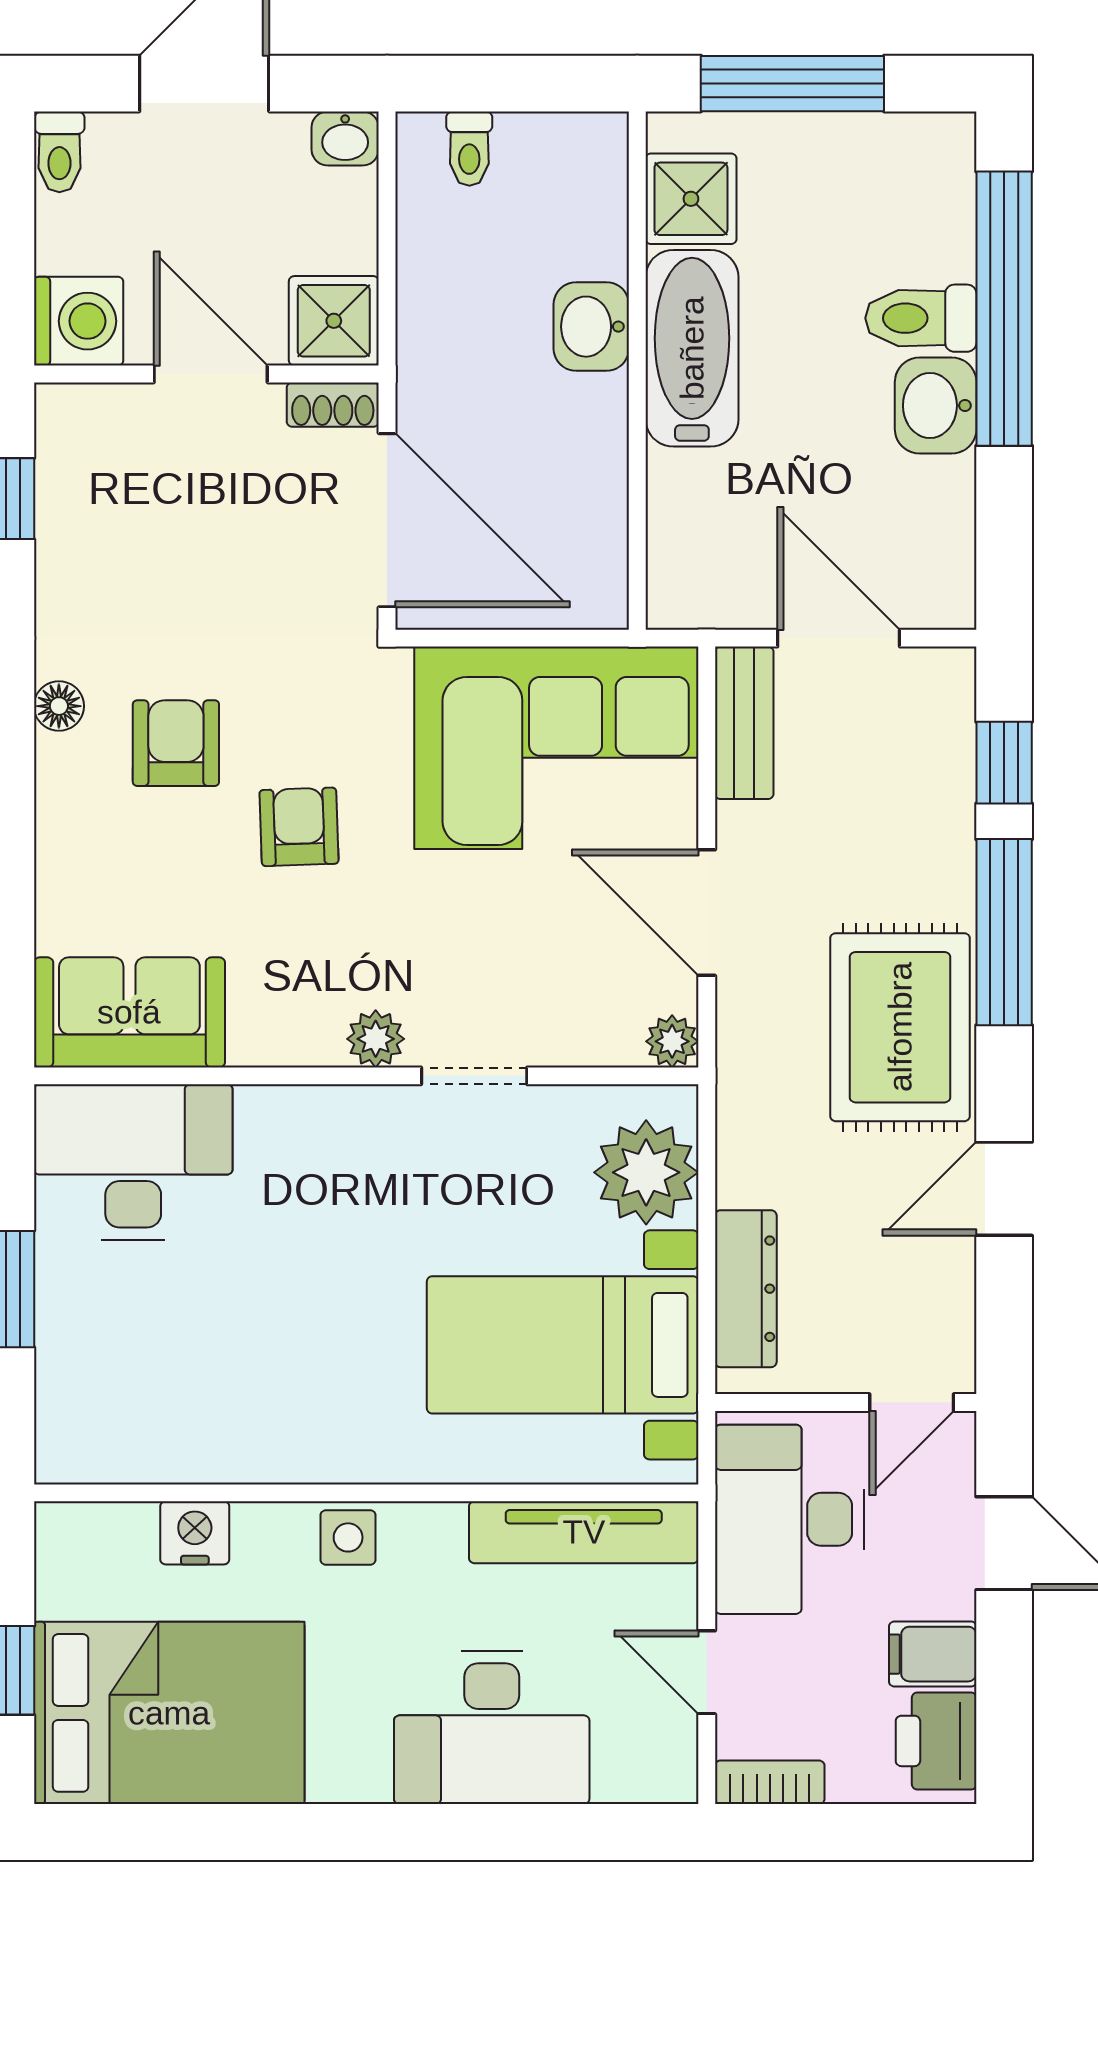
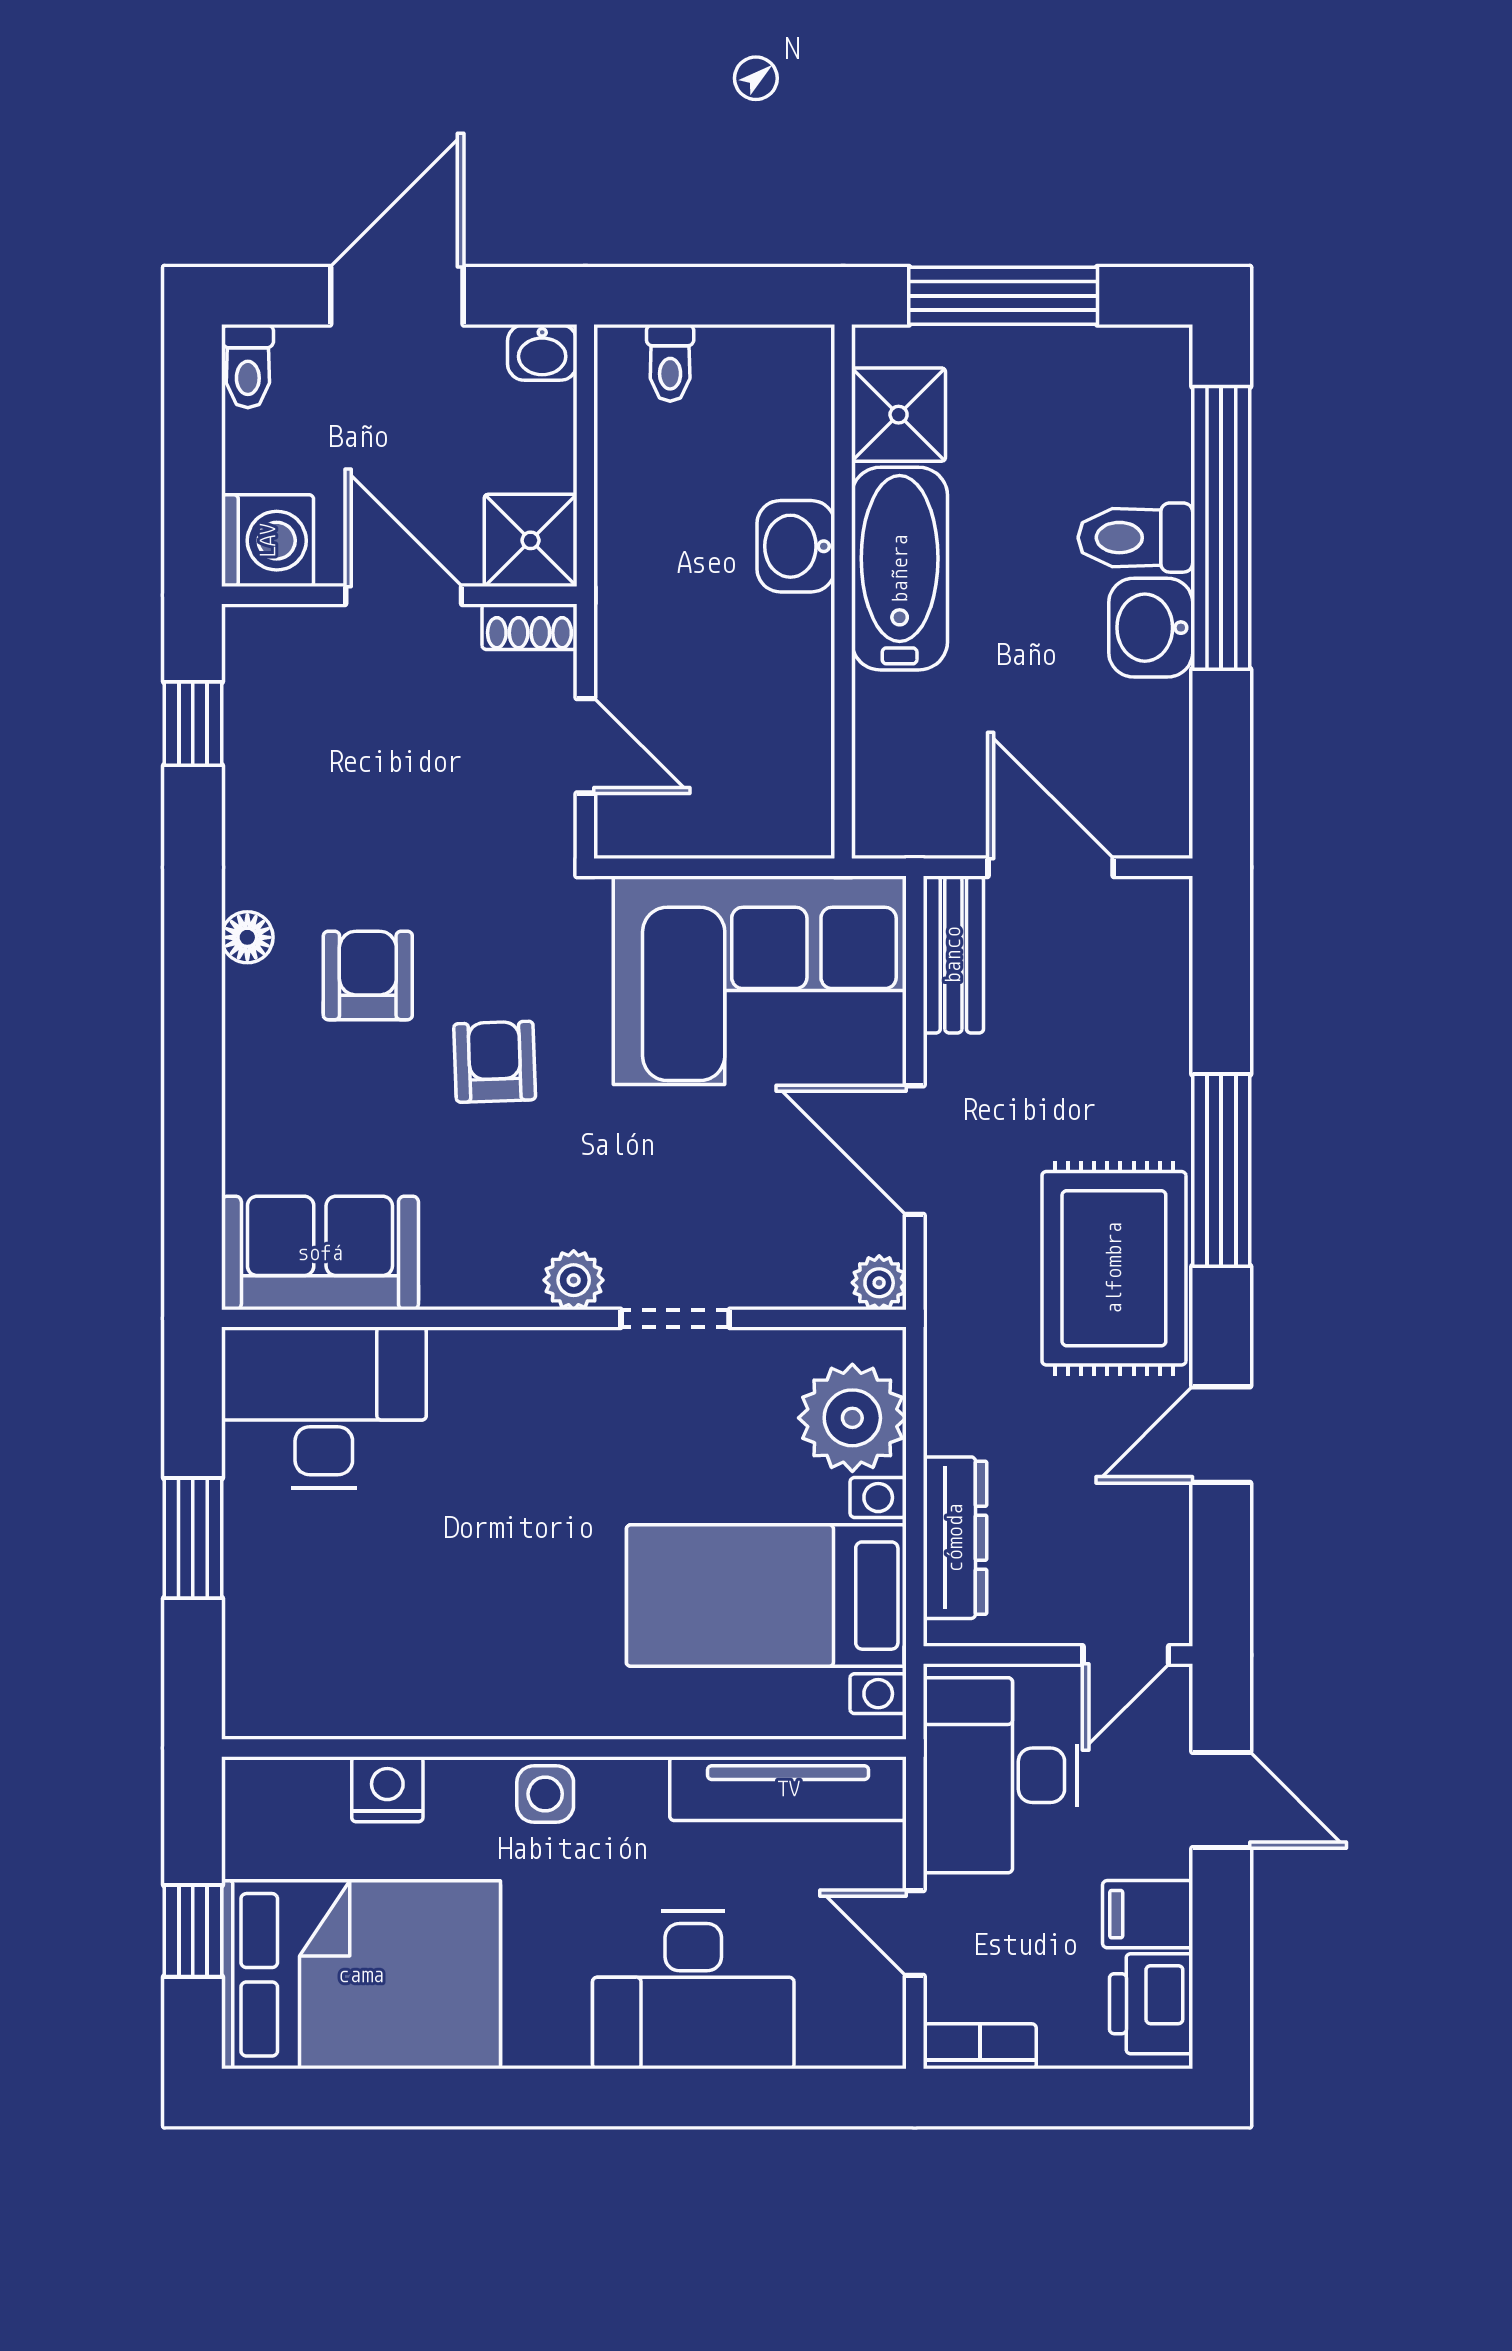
door: (387, 520) -> (585, 746), width x0.53
window: (1004, 763) -> (1221, 996), removed

